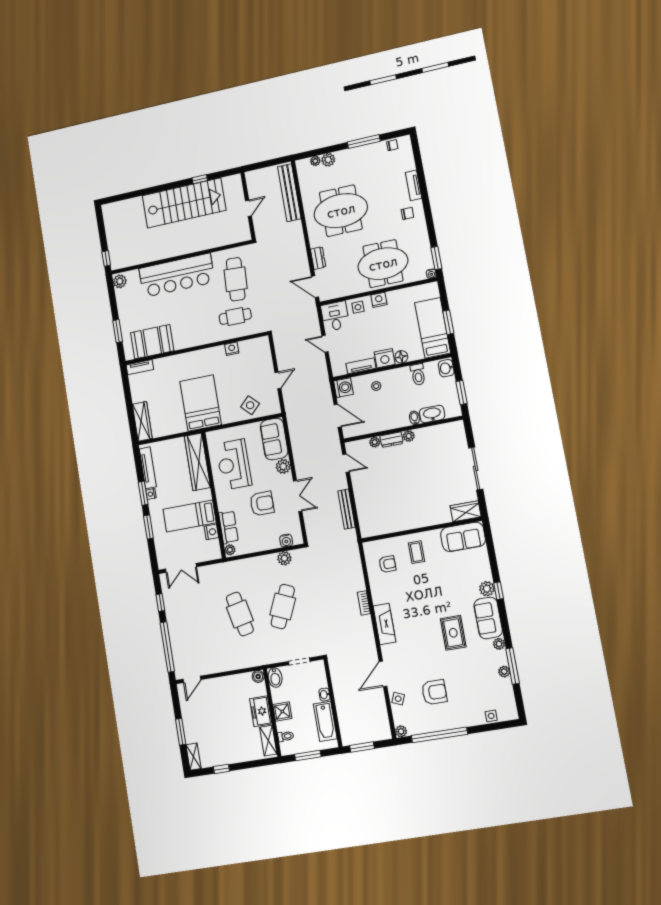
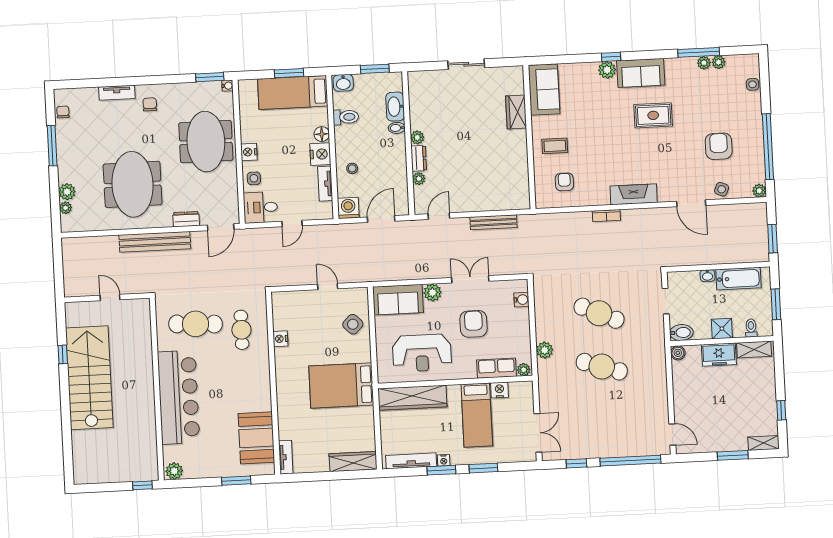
bench: (289, 193) -> (155, 242), moved
sliding door: (476, 468) -> (466, 64), width x0.73
wardrobe: (466, 511) -> (516, 112), moved
plant: (284, 558) -> (545, 350), moved
cafe table: (240, 614) -> (602, 367), turned 30
plant: (499, 644) -> (719, 62), moved

